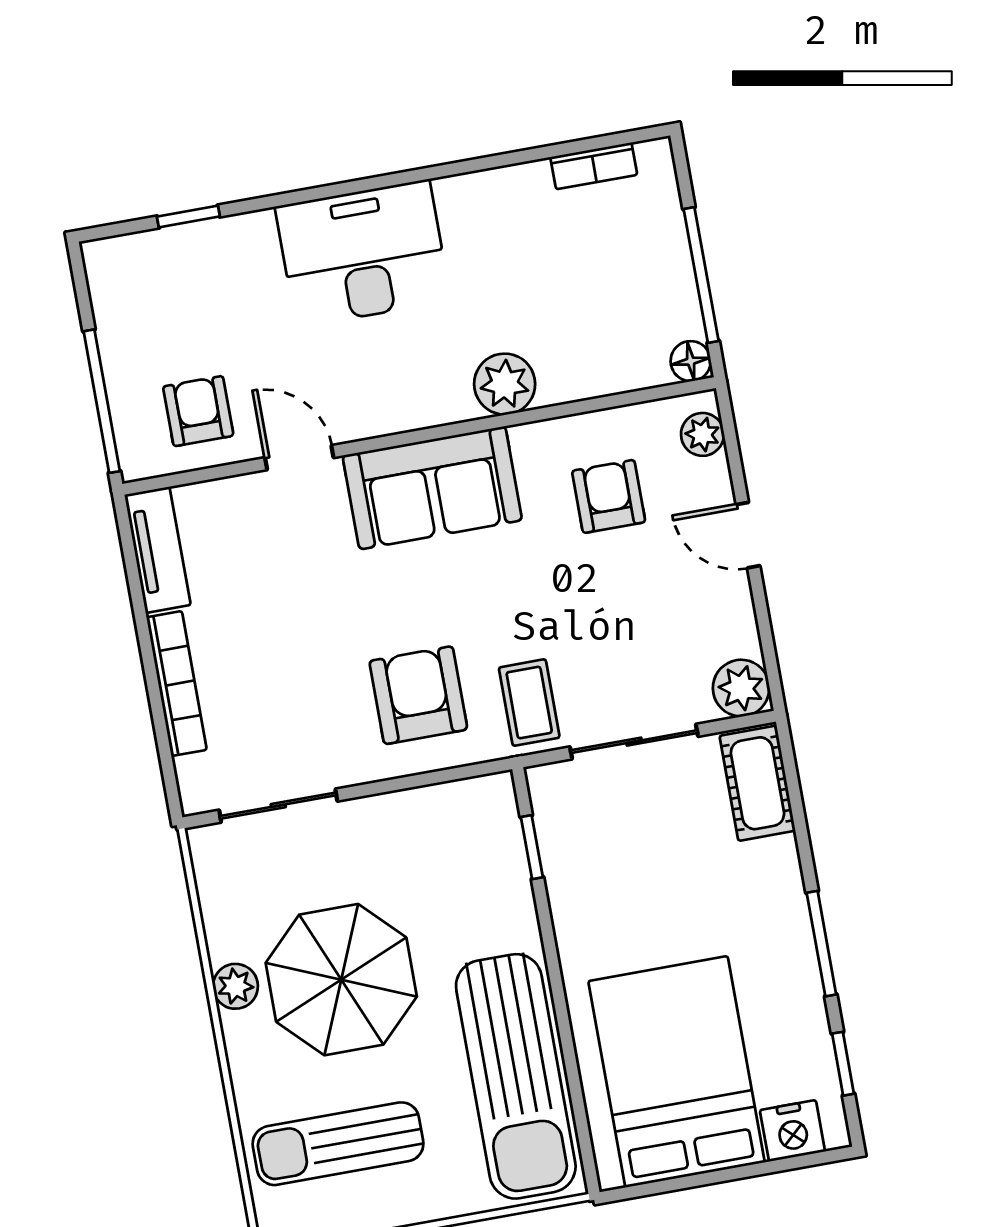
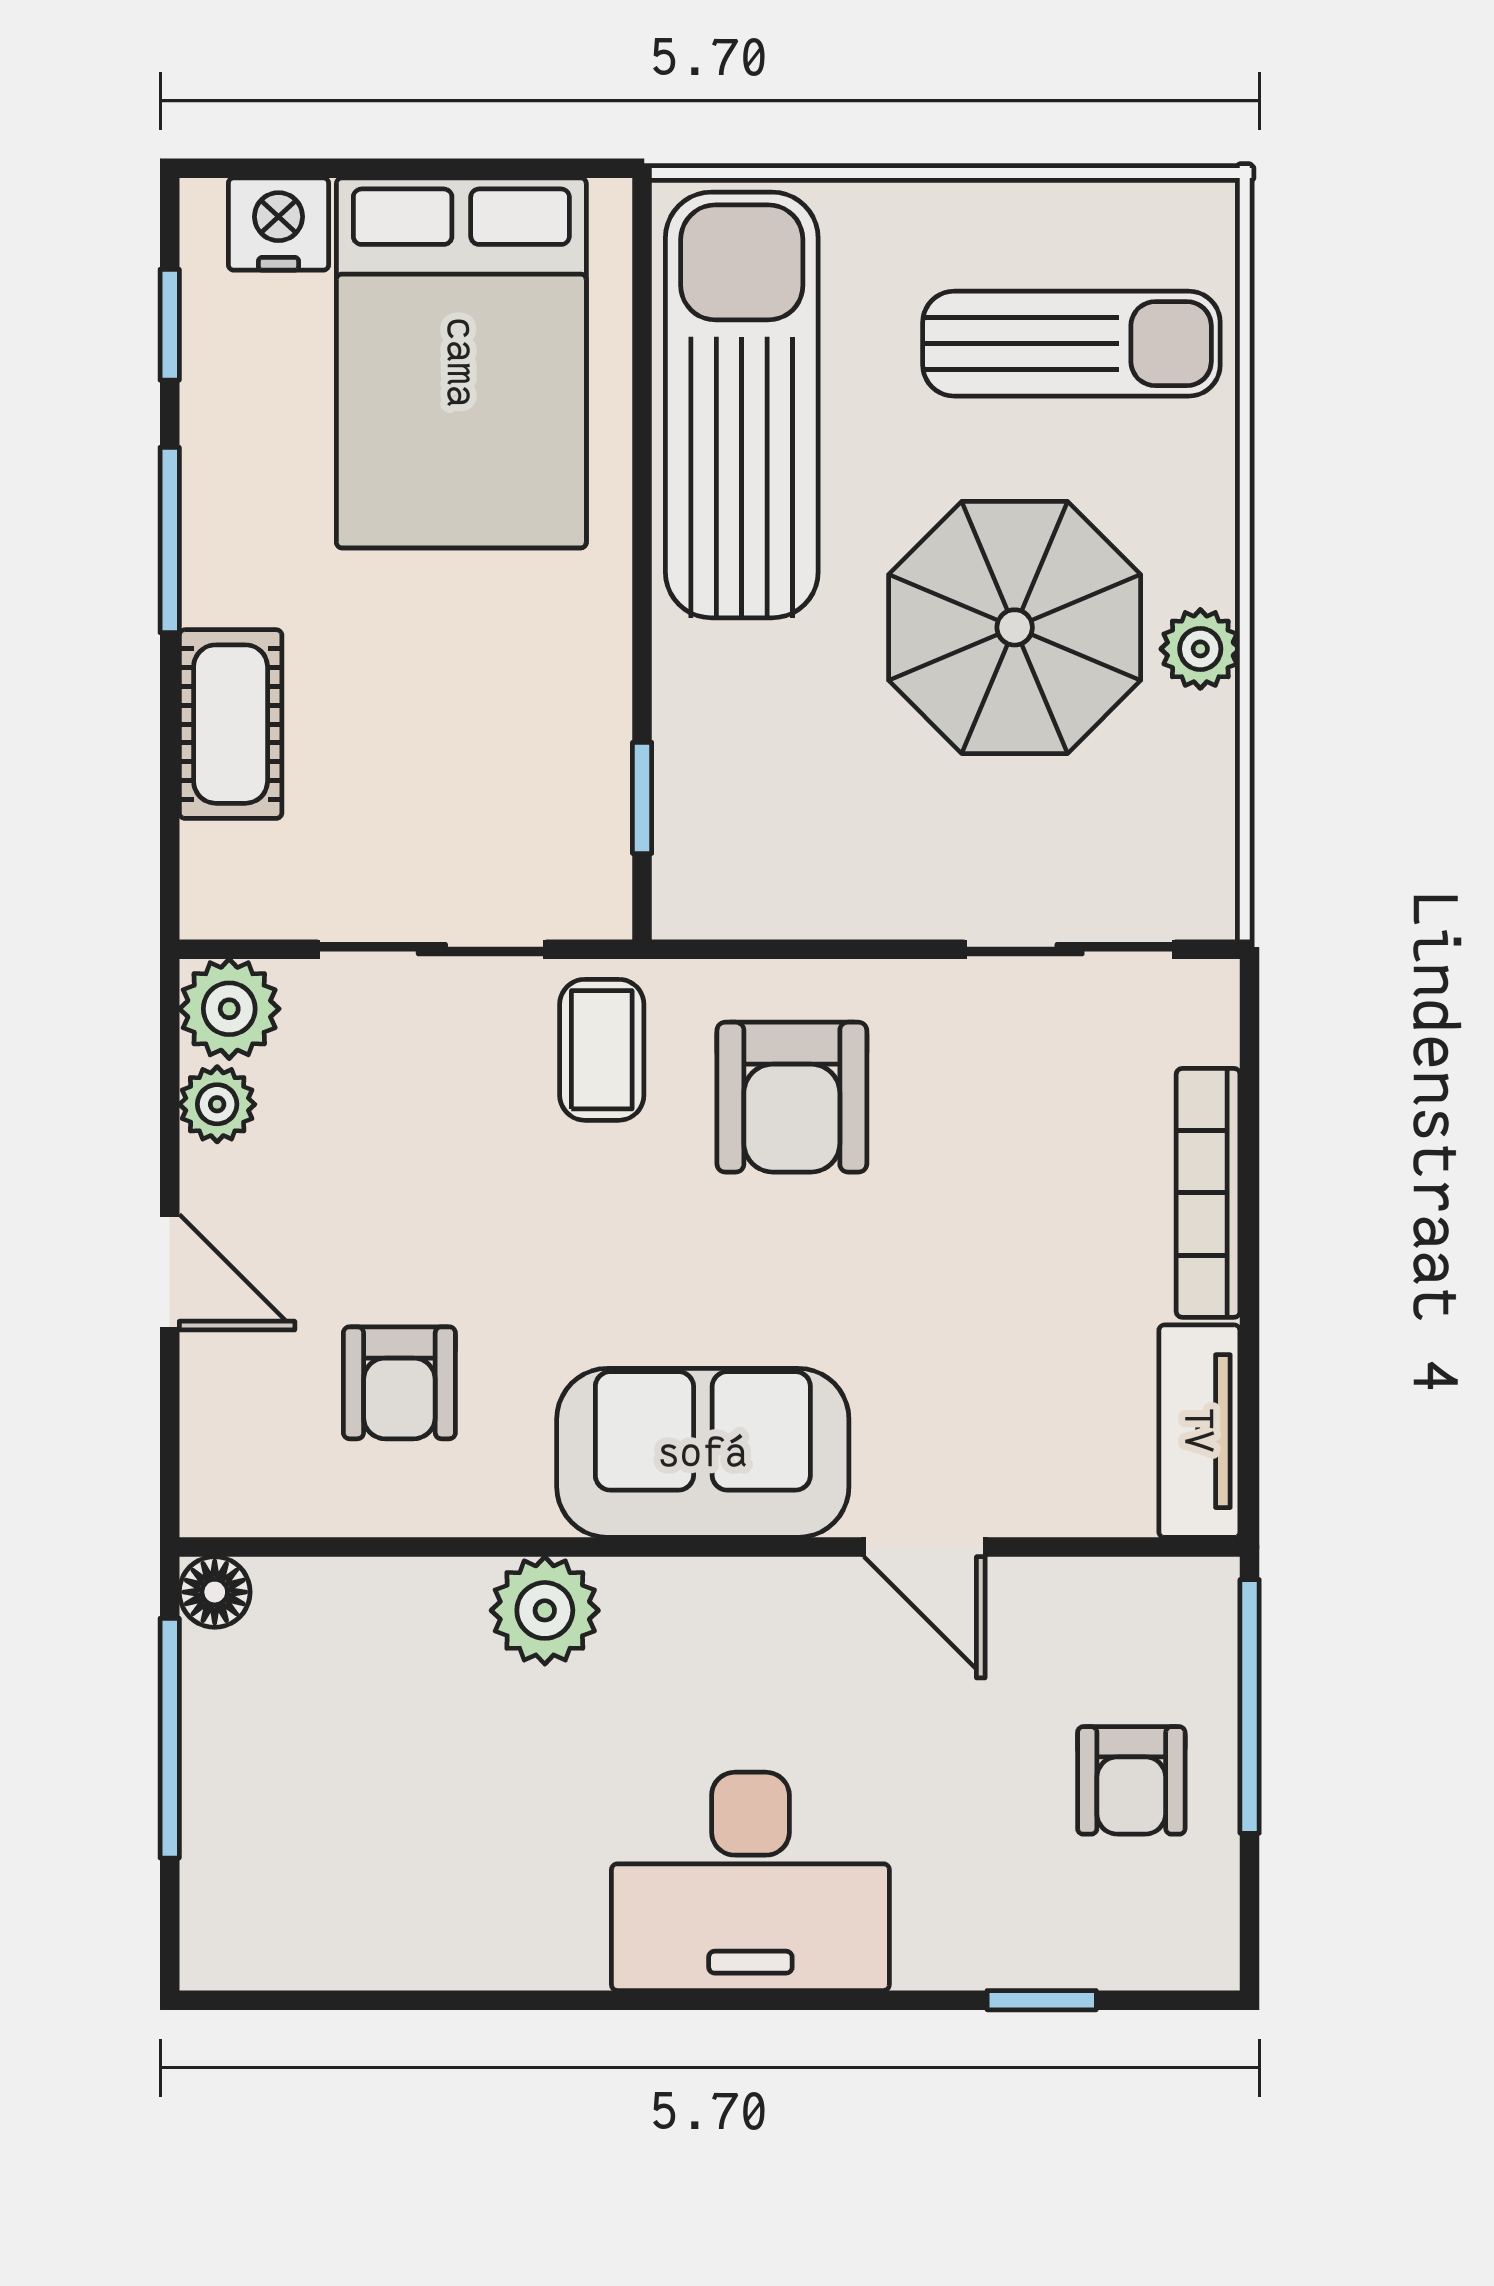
bookcase: (594, 166) -> (322, 1961), removed
armchair: (198, 411) -> (1131, 1780), moved
plant: (702, 434) -> (217, 1104), moved
cot: (757, 783) -> (231, 724), moved

